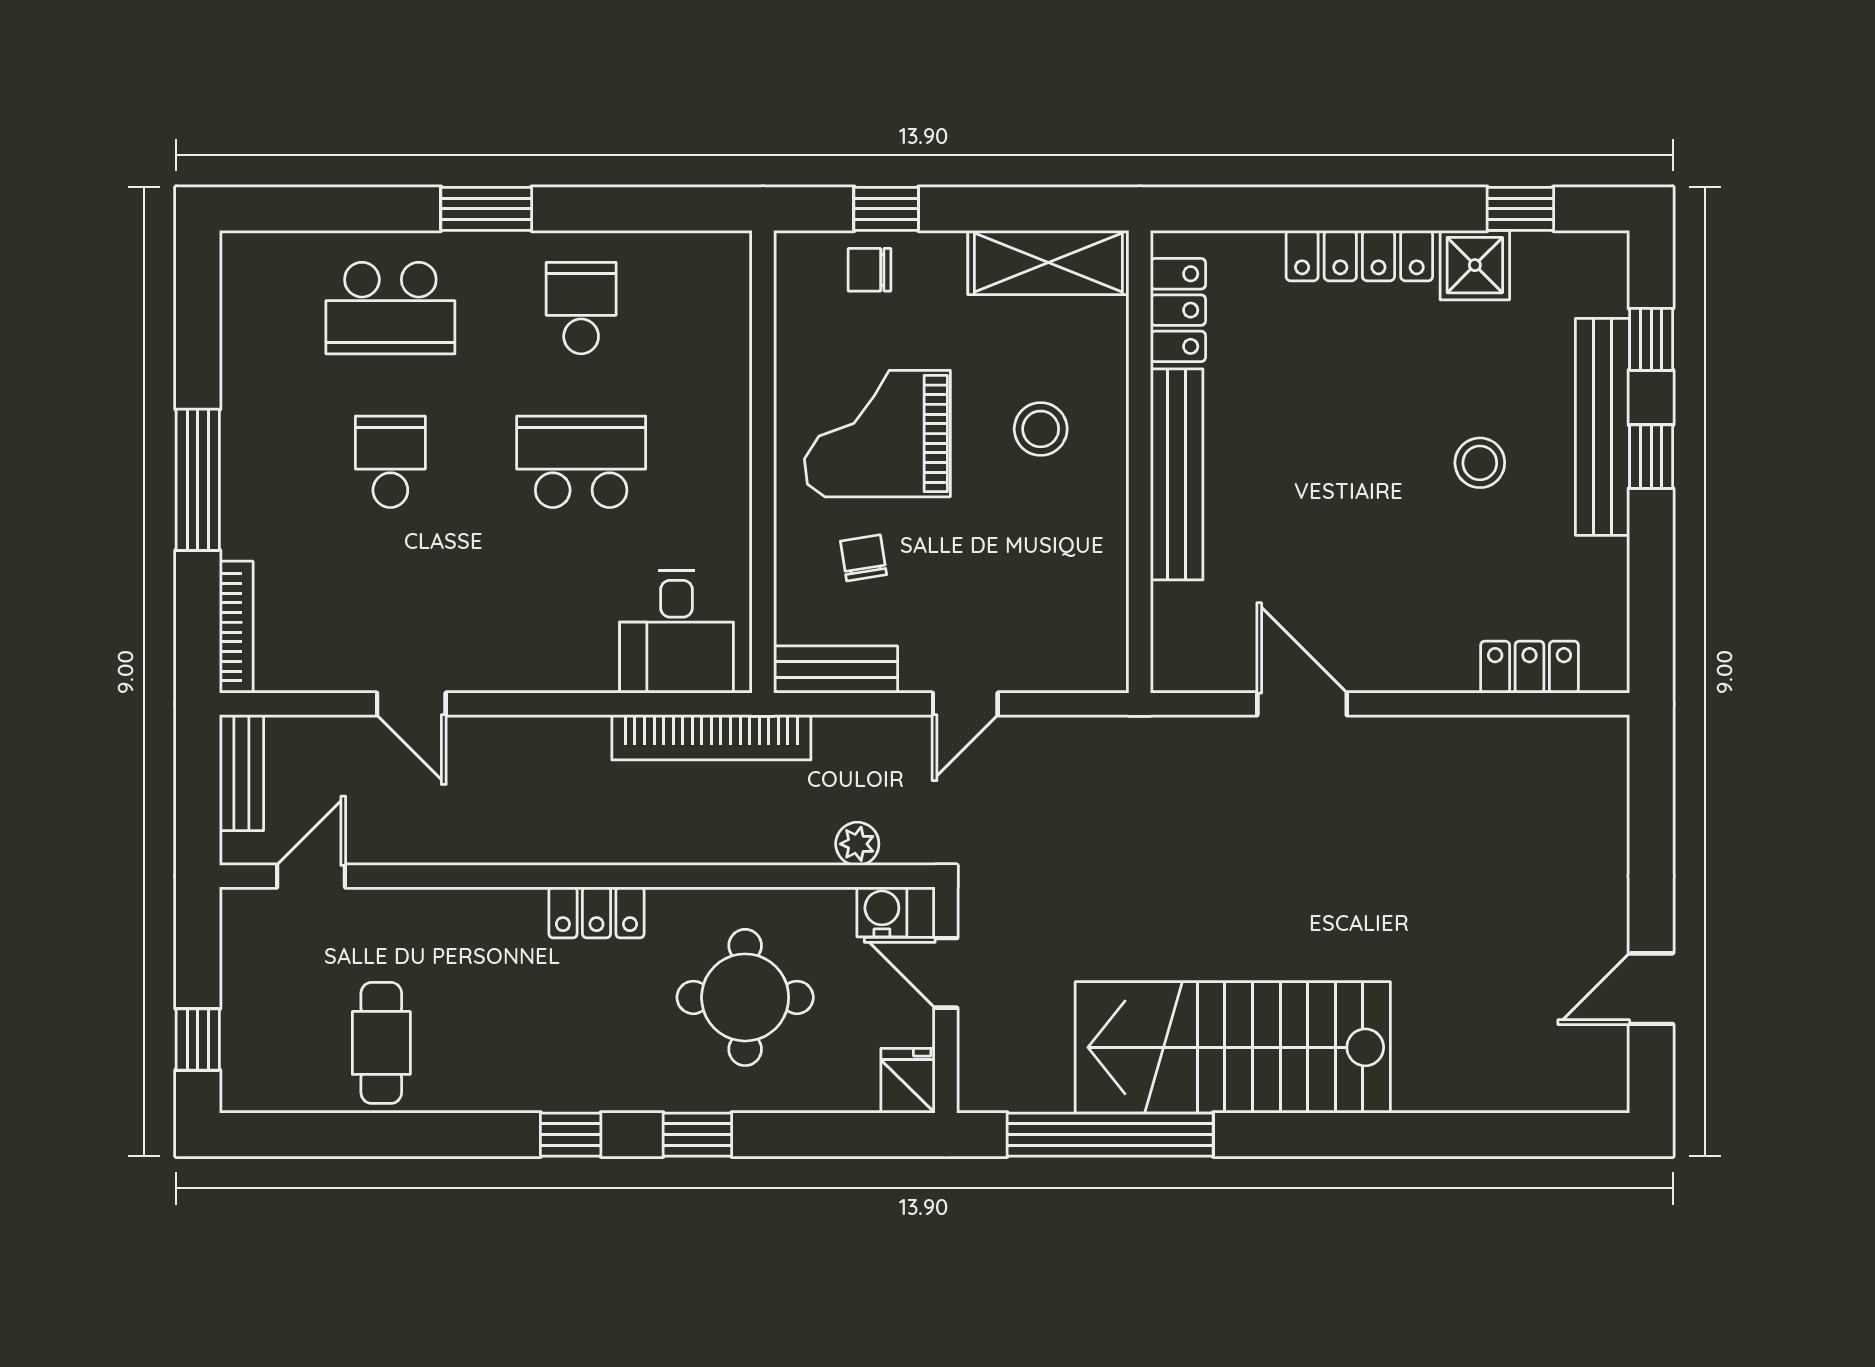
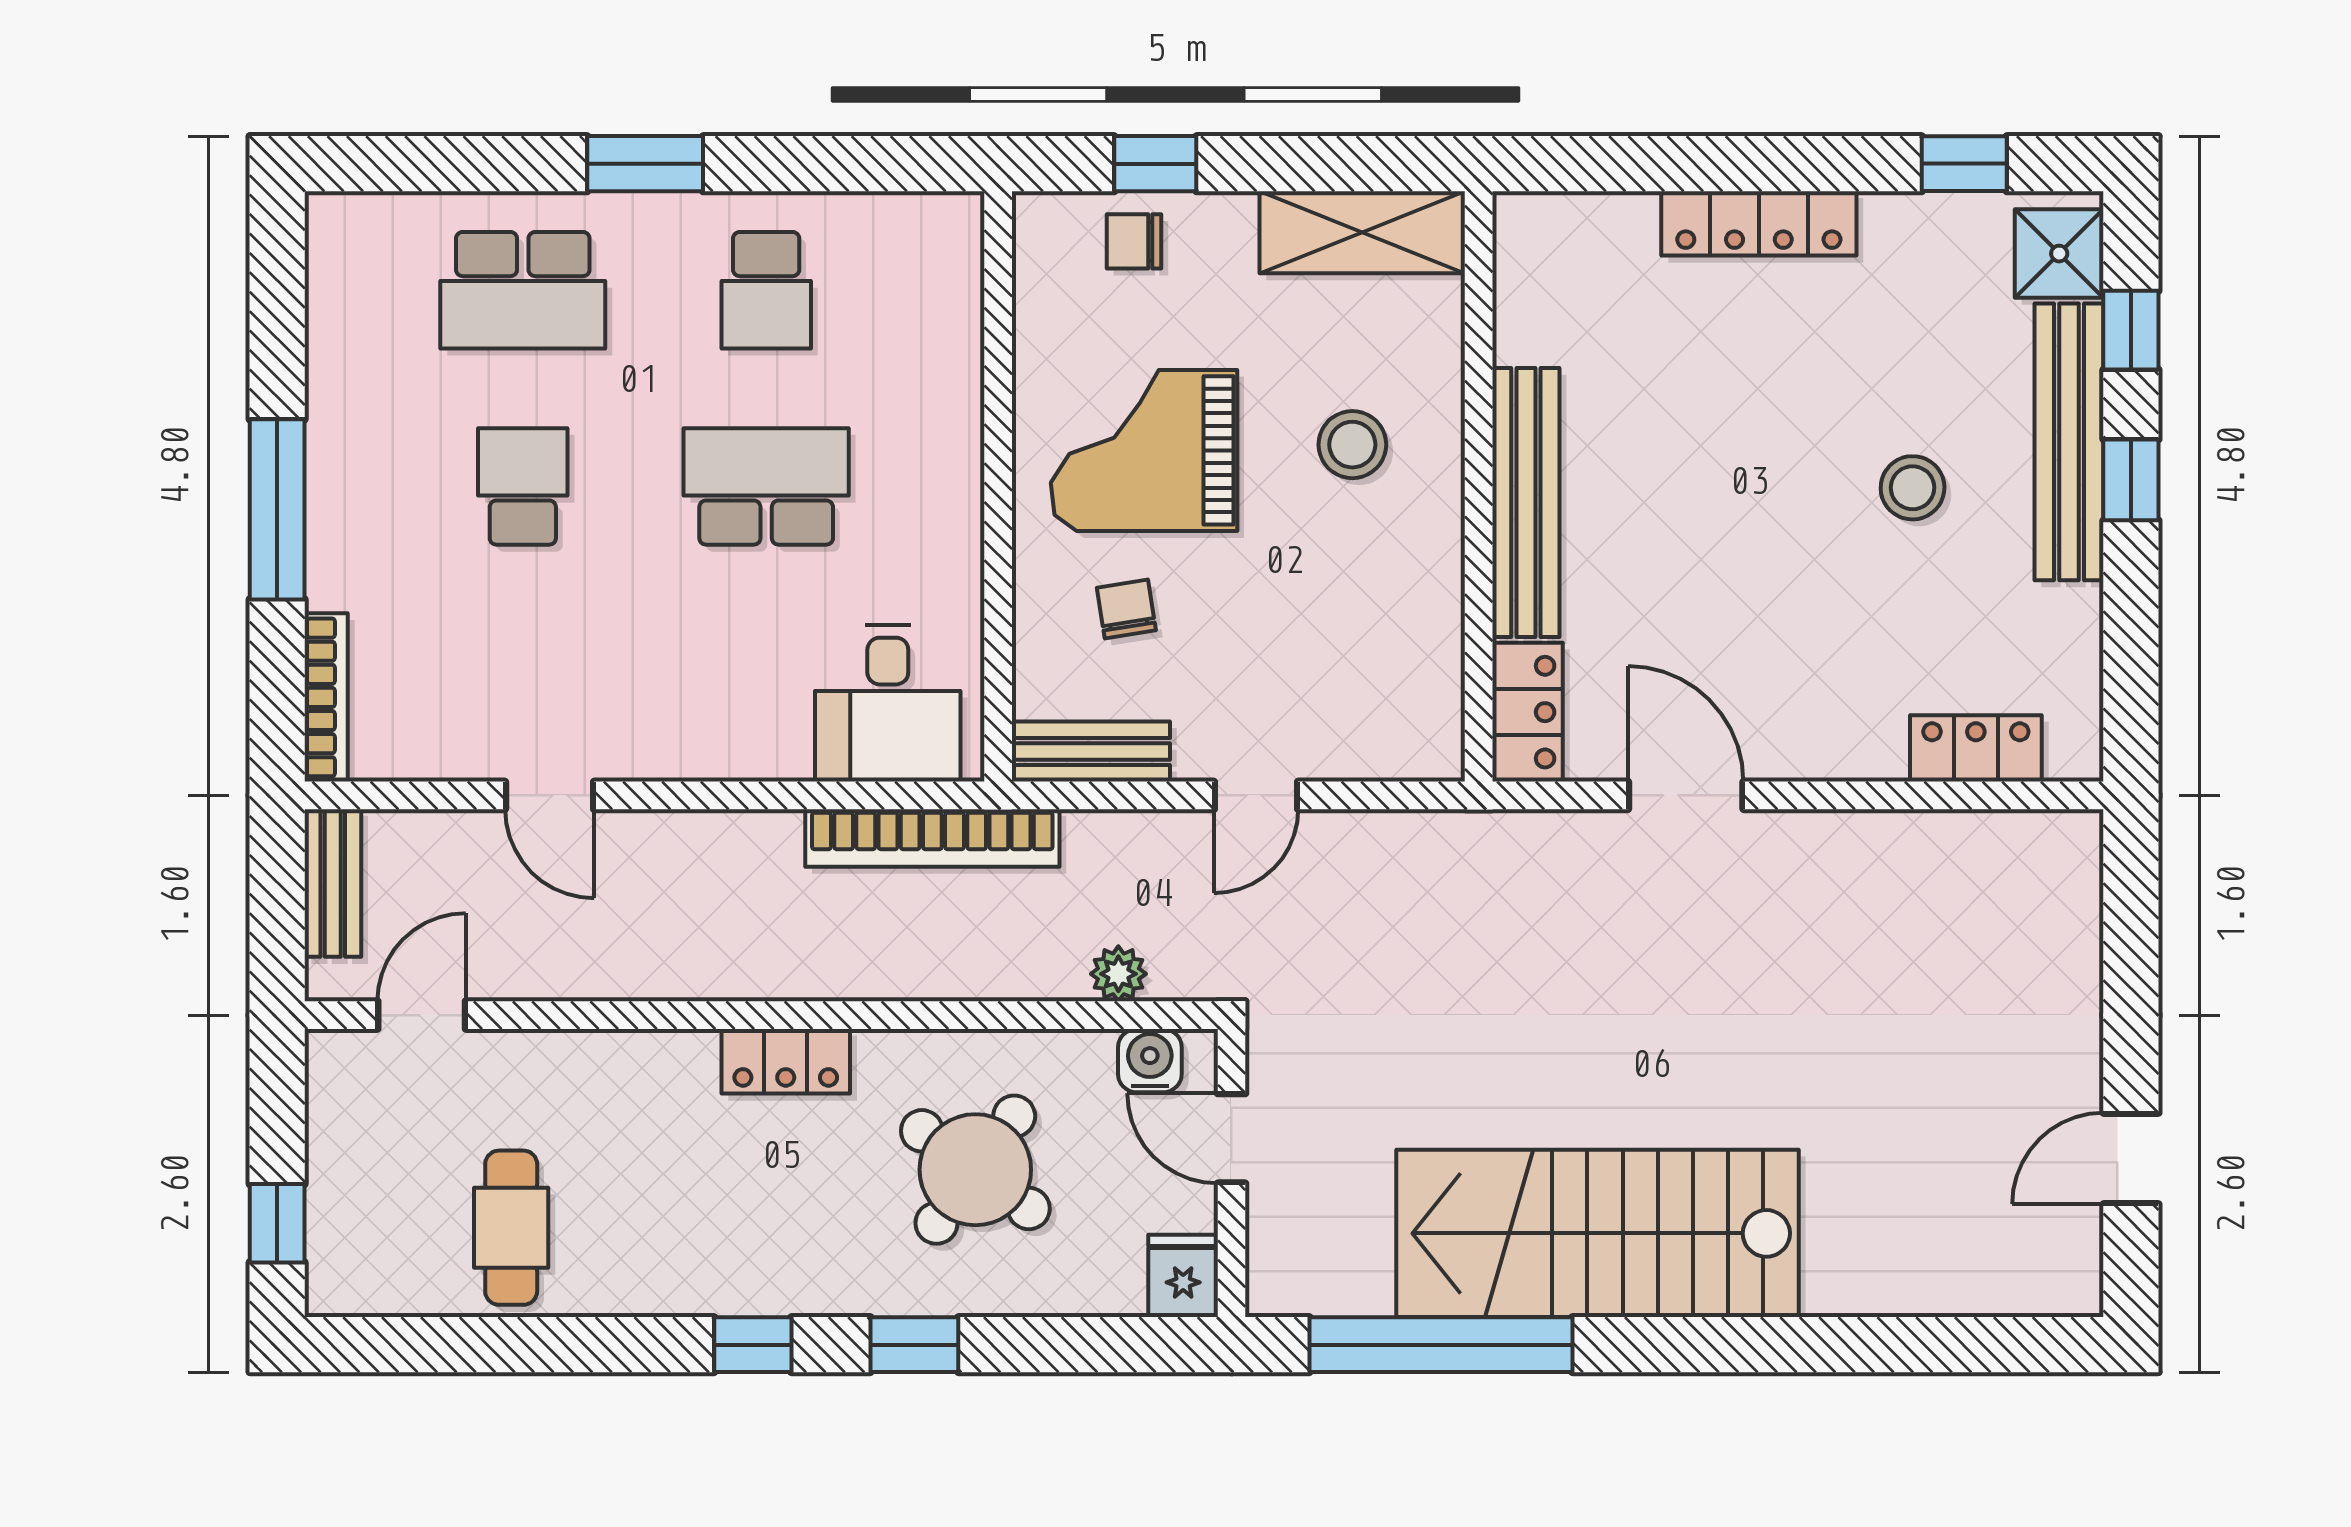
shower: (1475, 265) -> (2059, 254), moved
school desk: (581, 308) -> (766, 290), turned 180
locker: (1178, 310) -> (1528, 712), moved
round table: (745, 997) -> (975, 1170), turned 36

